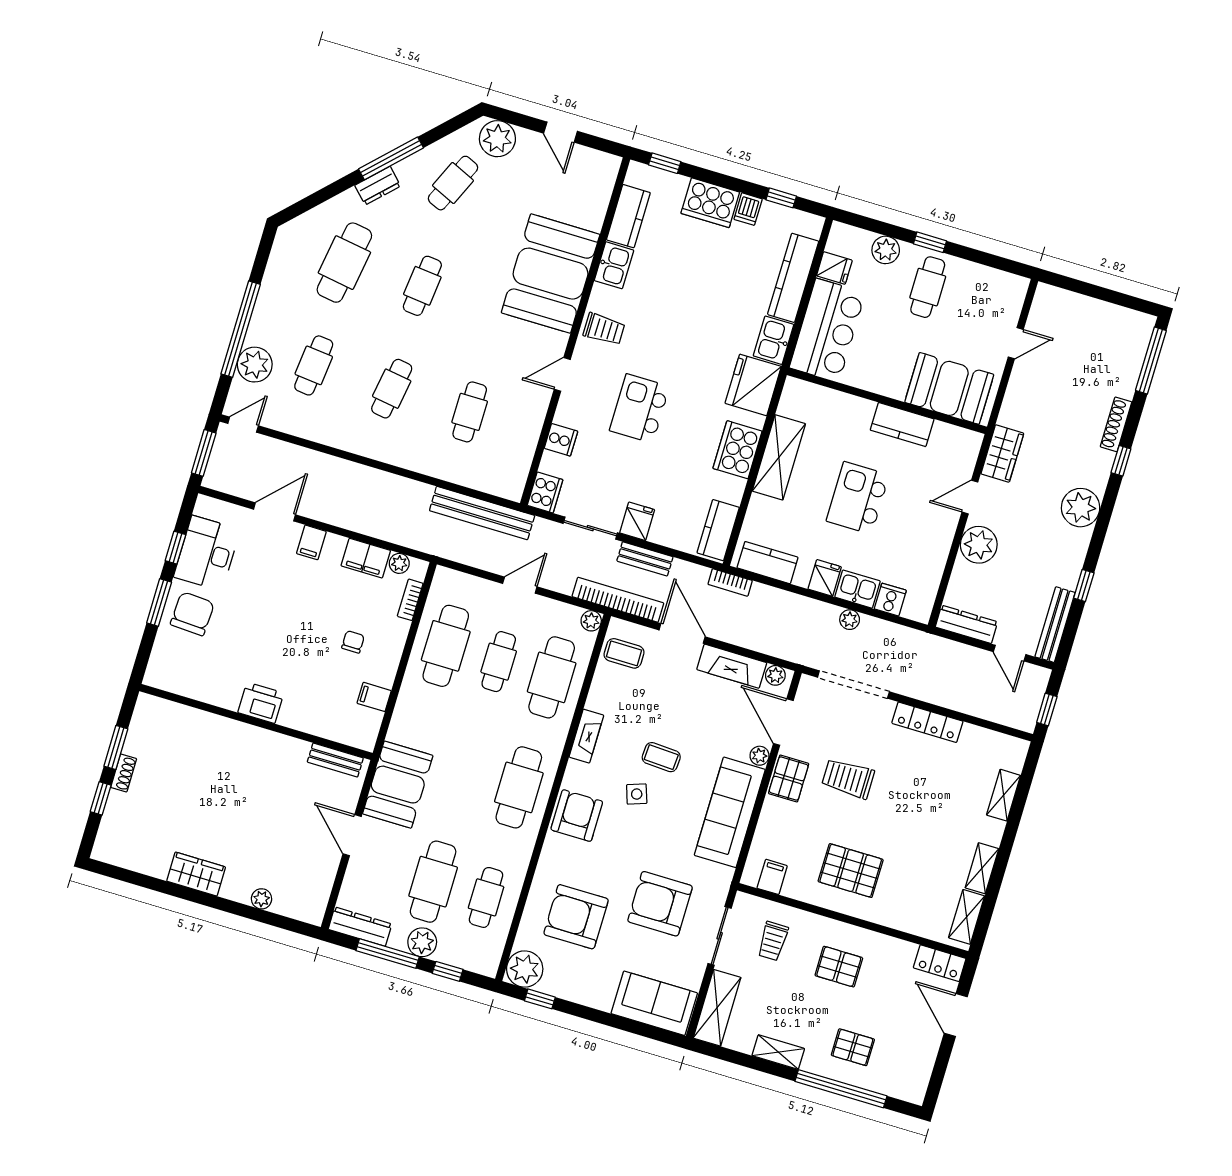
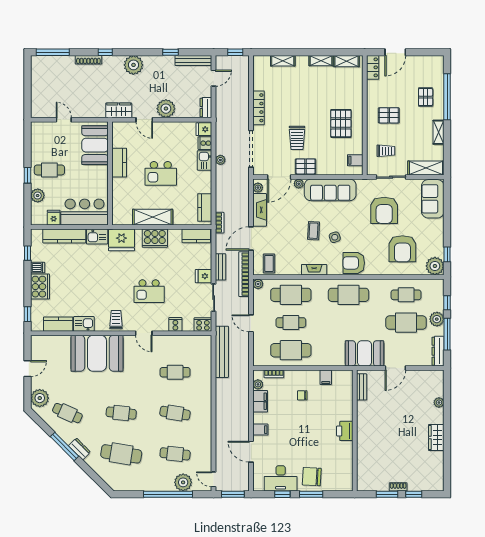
fridge: (825, 578) -> (204, 129), moved
dresser: (966, 624) -> (206, 108), width x0.70
pallet: (839, 967) -> (389, 115), turned 90

